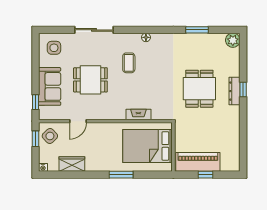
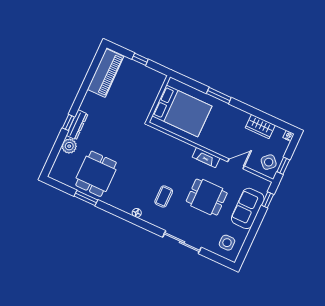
plant: (233, 40) -> (69, 146), moved
dining table: (199, 89) -> (96, 174), moved
fireplace: (138, 115) -> (206, 158), moved
piano: (198, 162) -> (106, 73), moved, turned -90

